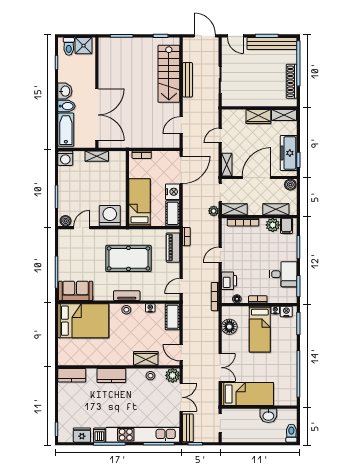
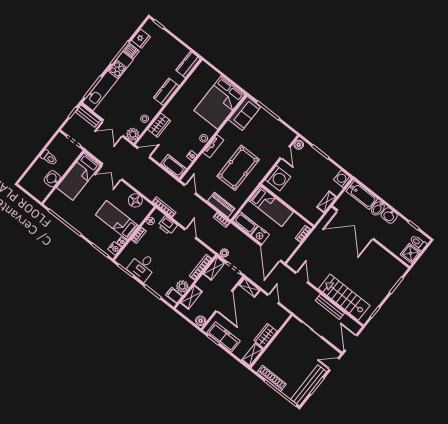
door: (205, 36) -> (351, 343), swing flipped
toilet: (291, 433) -> (49, 158), moved

